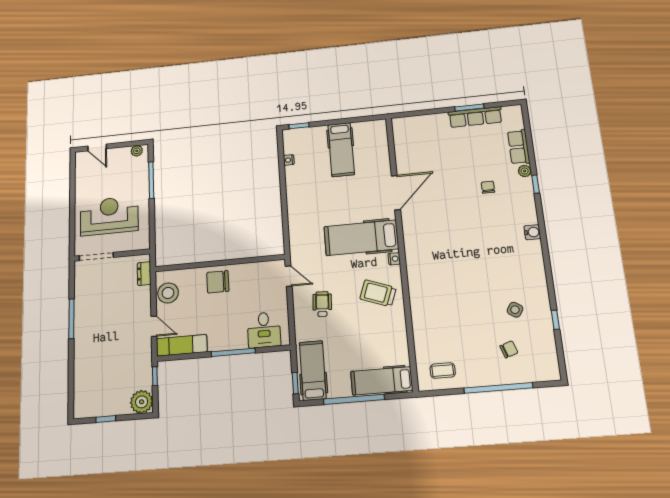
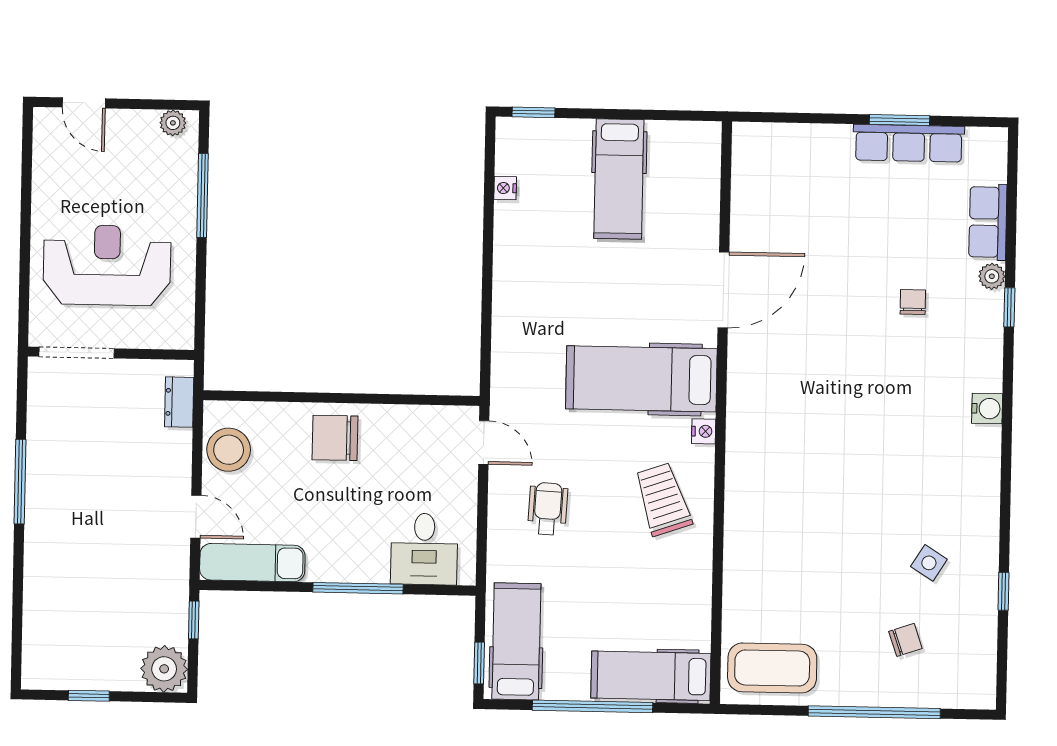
trolley: (378, 293) -> (663, 499), turned 51
coffee table: (443, 371) -> (772, 668), width x1.86, depth x1.72

